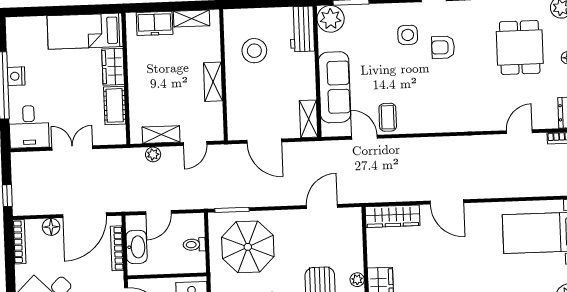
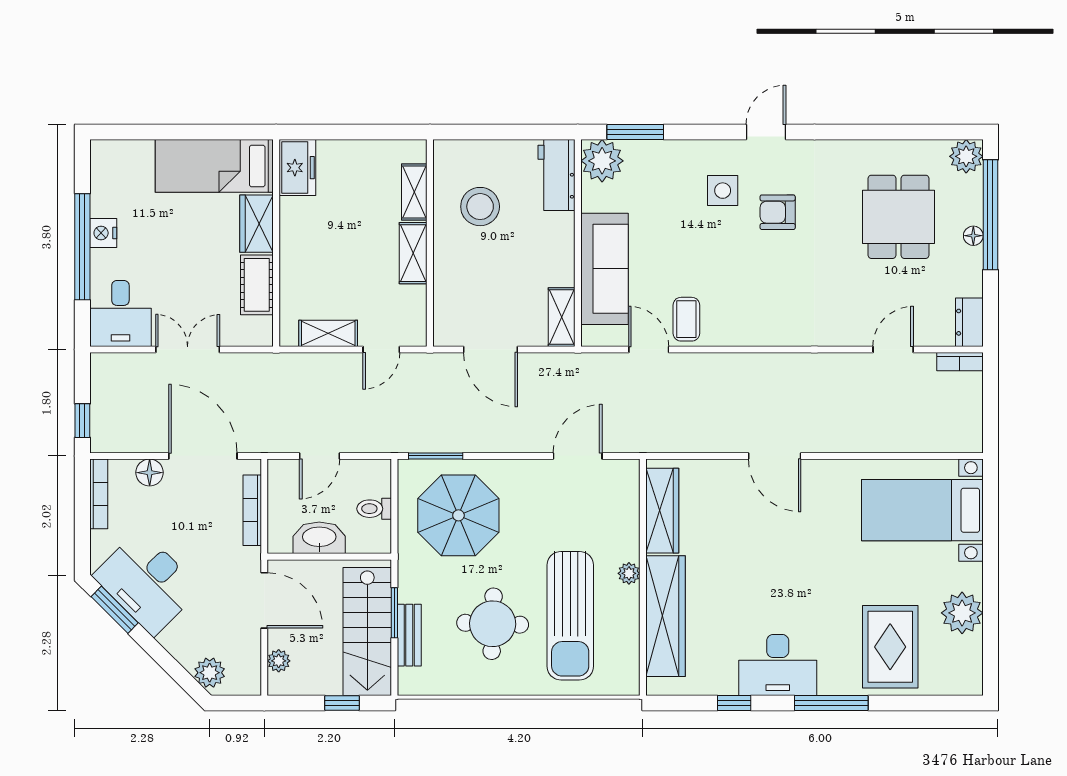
shelving: (192, 18) -> (414, 192), moved, turned 90
freezer: (155, 23) -> (297, 168), moved, turned -90
plant: (153, 154) -> (314, 364), removed
door: (85, 215) -> (203, 456), swing flipped
wardrobe: (393, 216) -> (662, 511), moved, turned -90
washbasin: (137, 247) -> (319, 538), moved, turned -90

